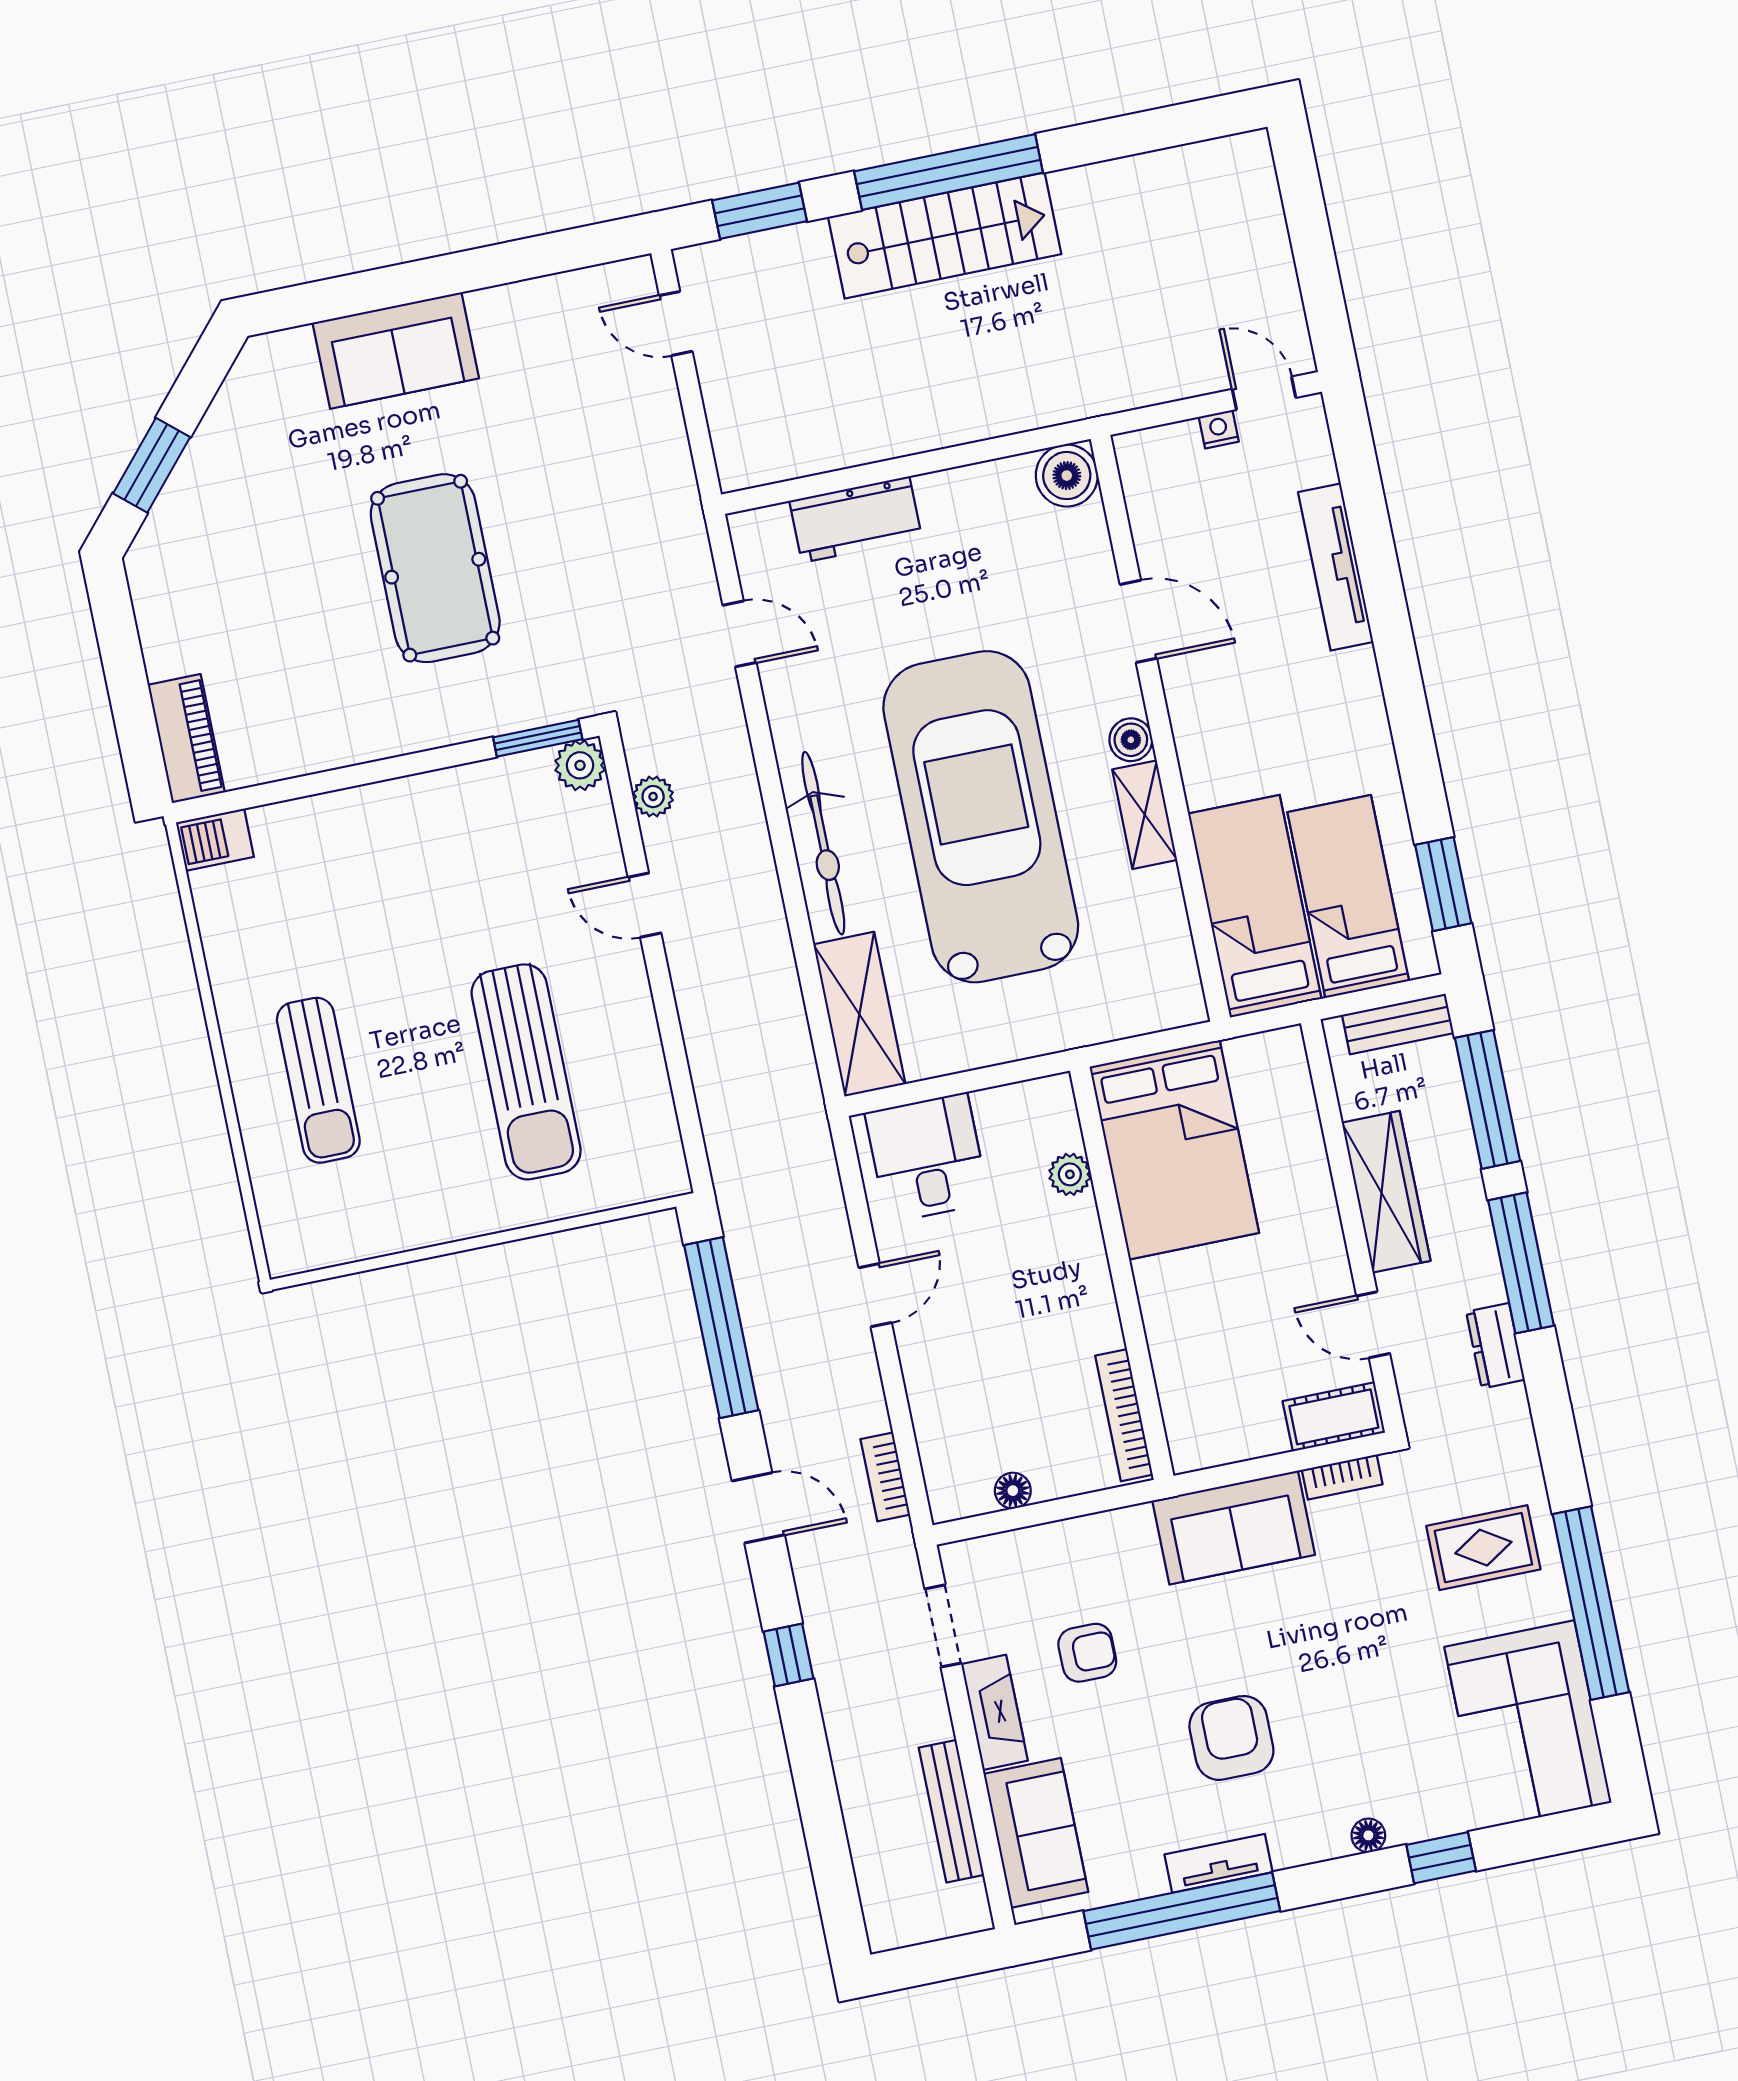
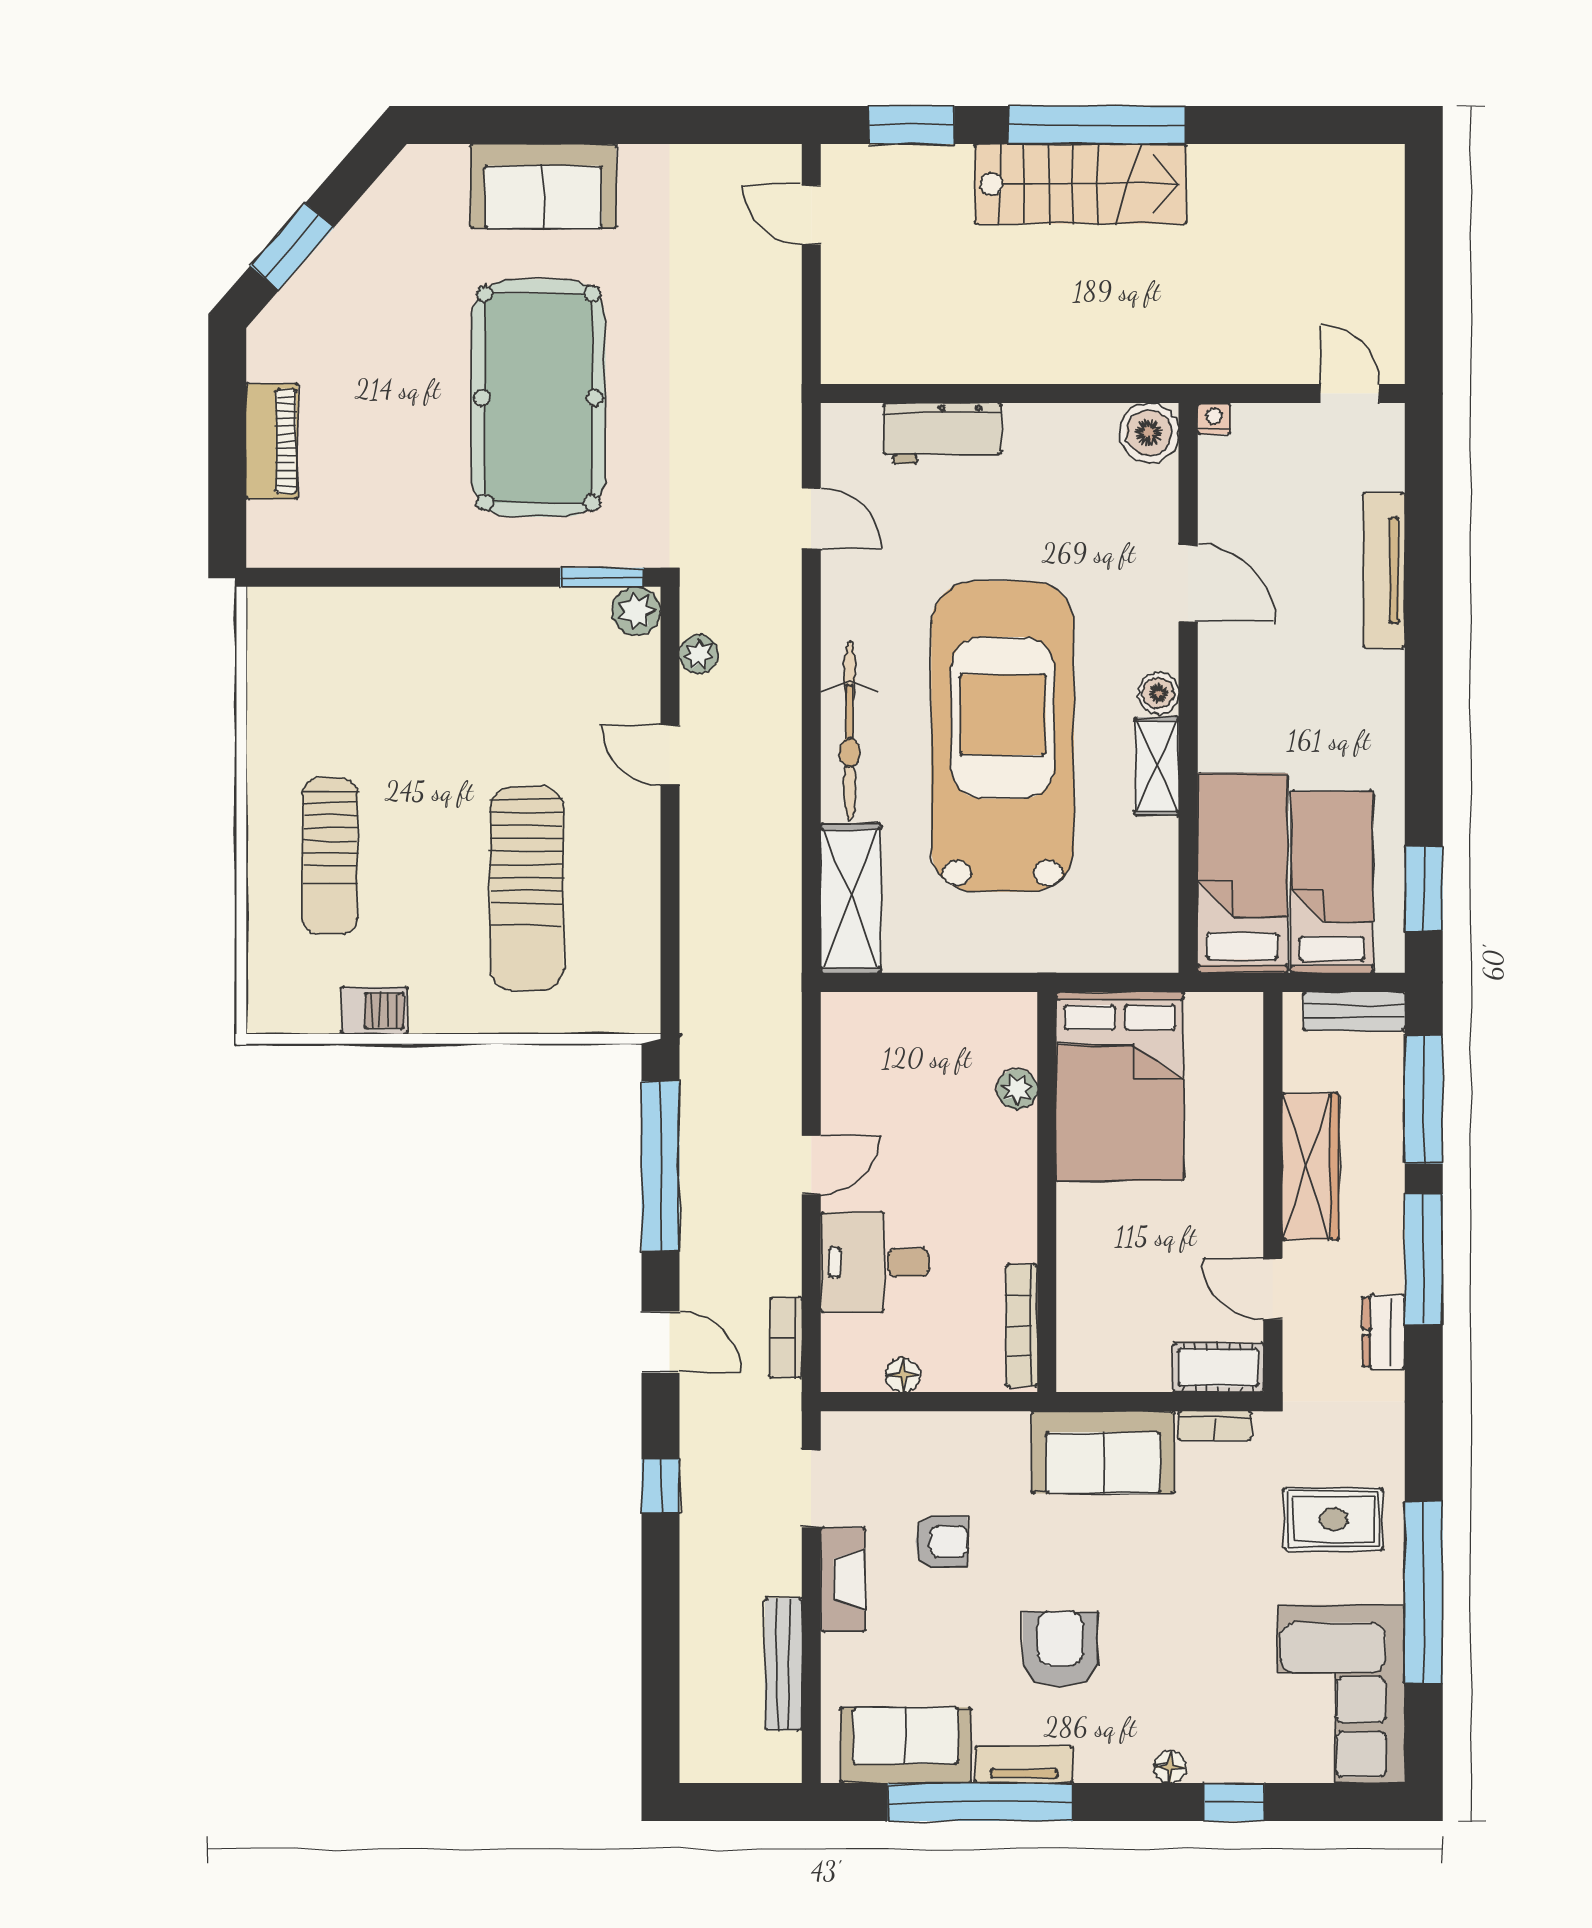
nightstand: (1219, 429) -> (1214, 419), moved
pool table: (435, 568) -> (538, 398), width x1.36, depth x1.32
piano: (186, 739) -> (272, 441), moved
barbecue: (215, 840) -> (374, 1011), moved, turned 180
desk: (927, 1158) -> (875, 1262), moved, turned -90
sofa: (1036, 1833) -> (906, 1745), moved, turned -90

